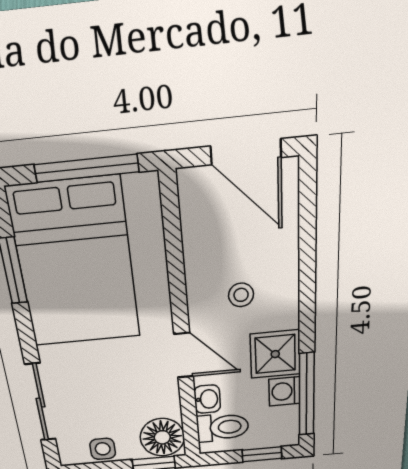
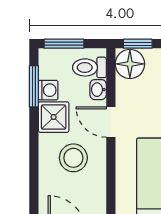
stool: (241, 295) -> (73, 158), width x1.89, depth x1.89
window: (307, 395) -> (34, 86), width x0.69
window: (262, 454) -> (64, 44), width x1.50

